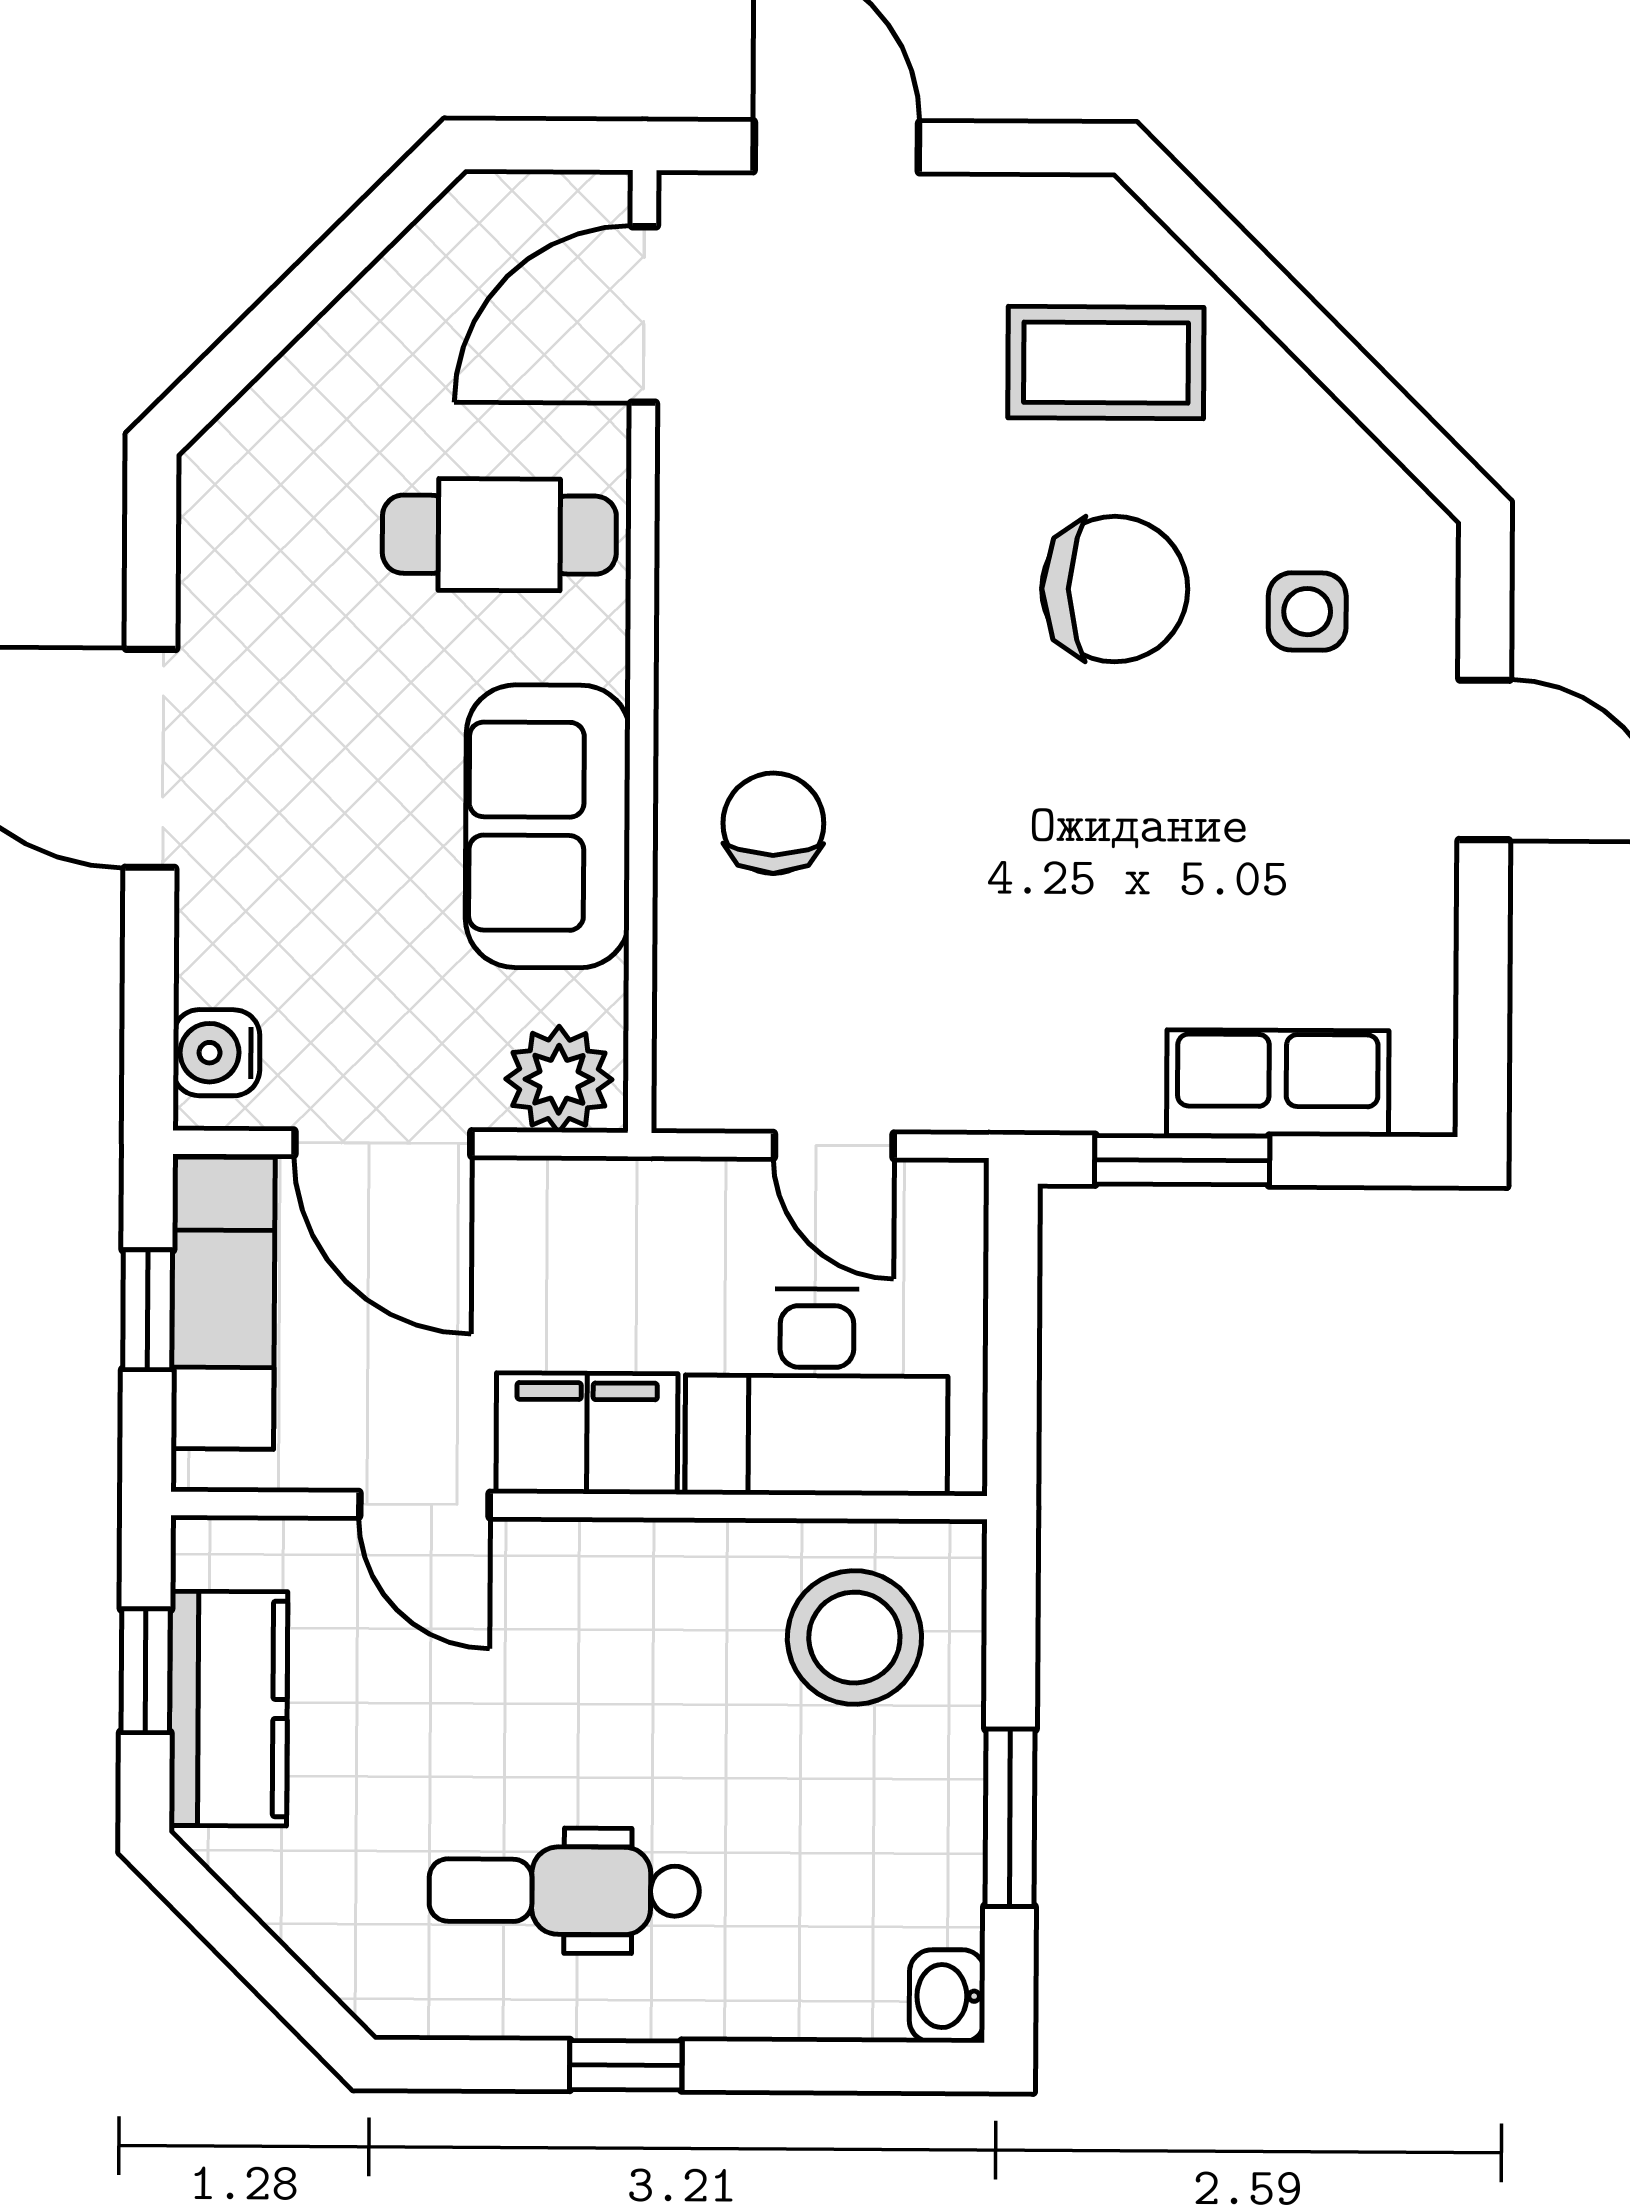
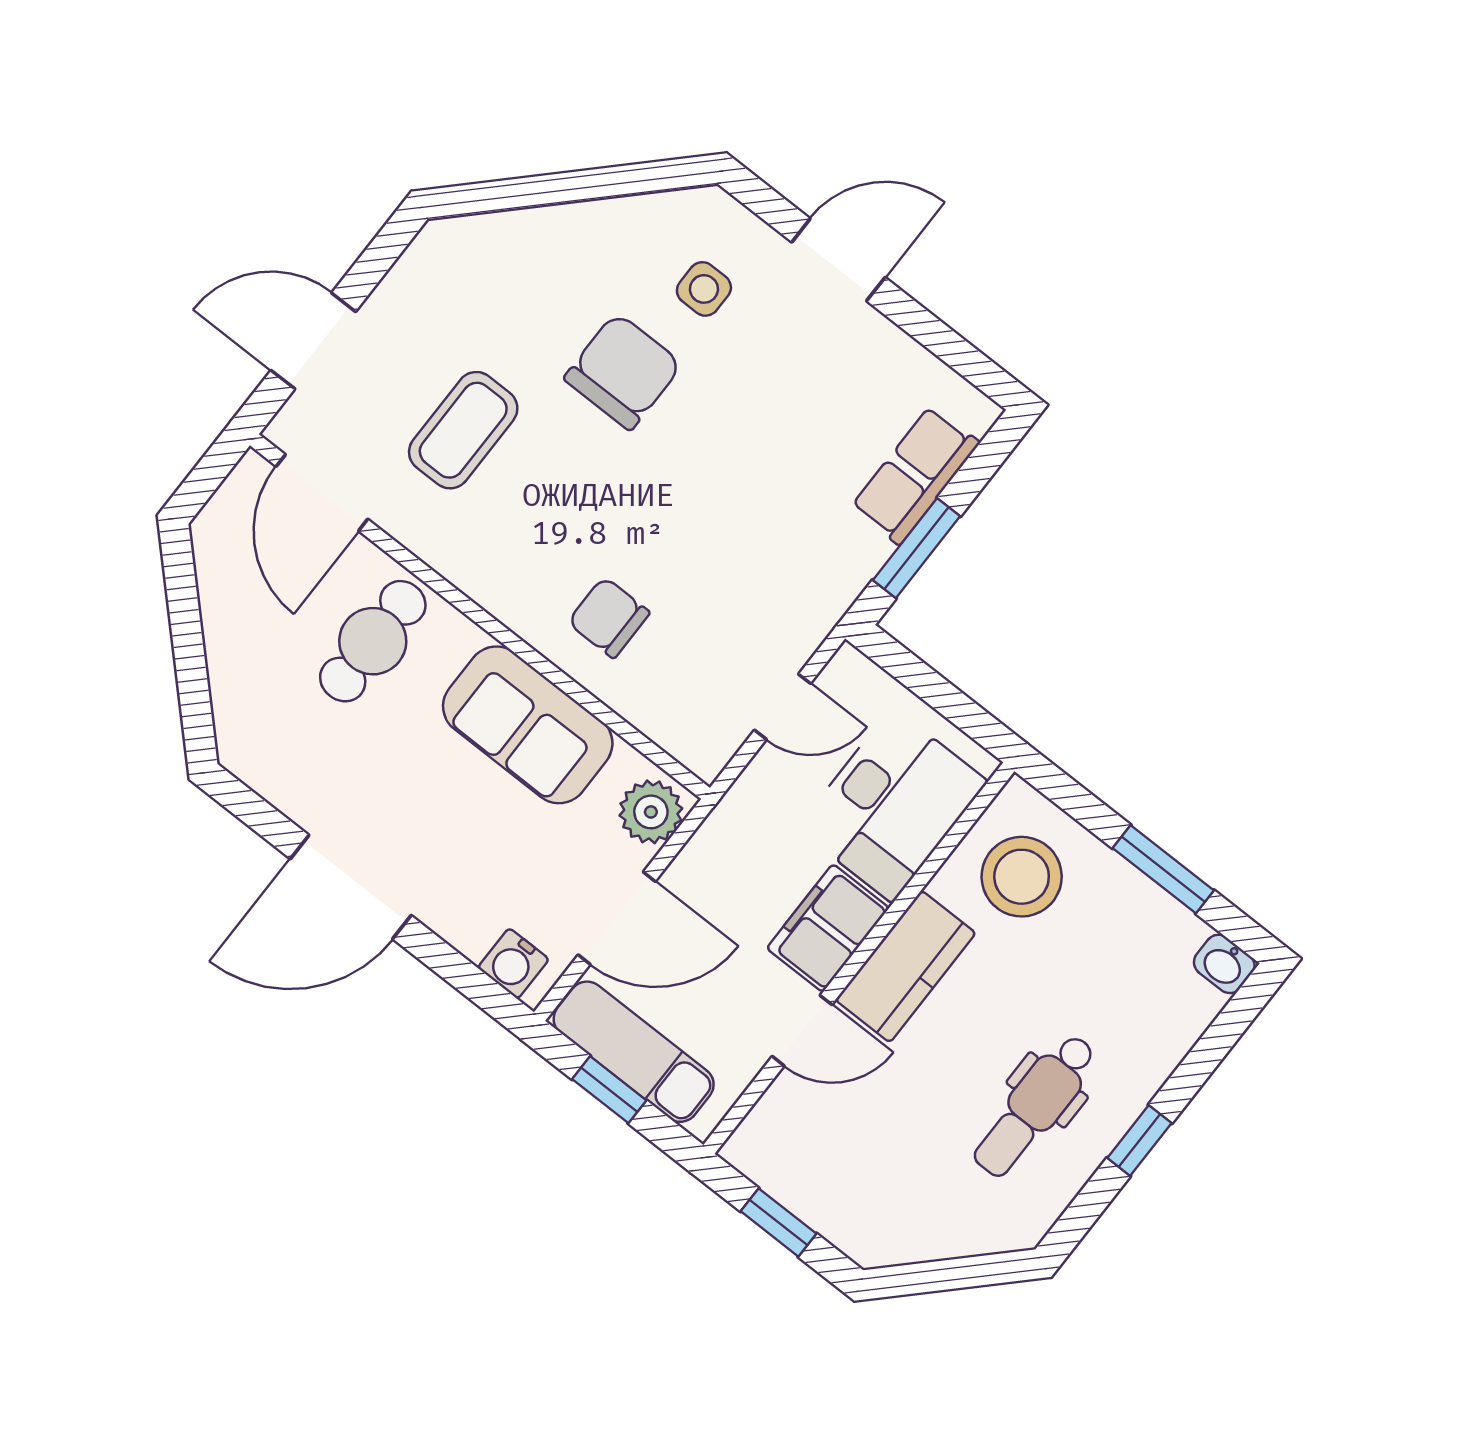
coffee table: (1106, 363) -> (463, 430), moved
kitchen counter: (228, 1709) -> (906, 967), moved, turned 90

